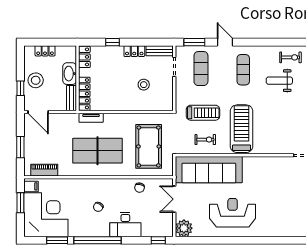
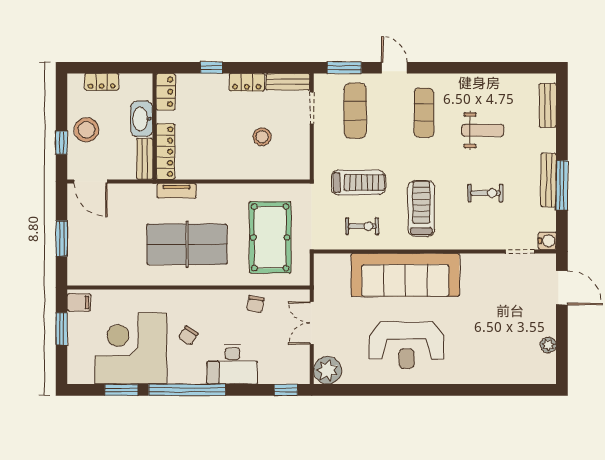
exercise bike: (290, 57) -> (486, 193), moved
weight bench: (279, 81) -> (483, 130), turned 180
treadmill: (242, 129) -> (421, 208), width x0.73, depth x0.73
piano: (44, 170) -> (100, 276), removed
sofa: (209, 170) -> (405, 275), moved
reception desk: (233, 213) -> (407, 345), turned 180
corner desk: (46, 215) -> (131, 348), moved, turned -90

